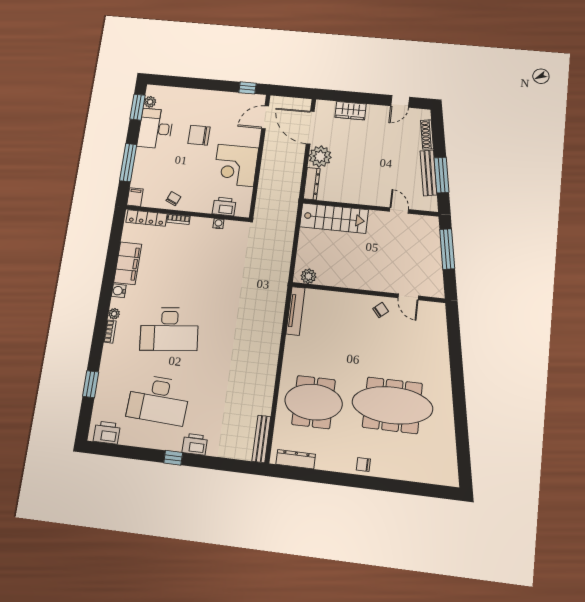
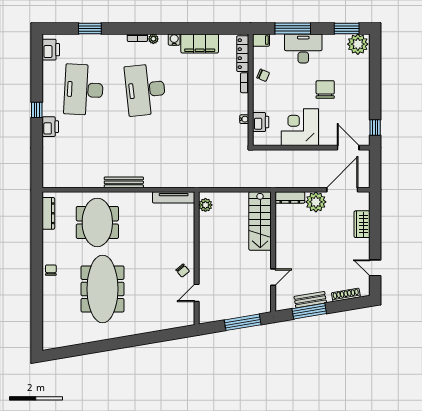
plant: (150, 102) -> (358, 44), width x1.88, depth x1.88
desk: (155, 129) -> (303, 48), moved
bench: (429, 173) -> (310, 300), width x0.73
bench: (261, 439) -> (124, 182), moved

